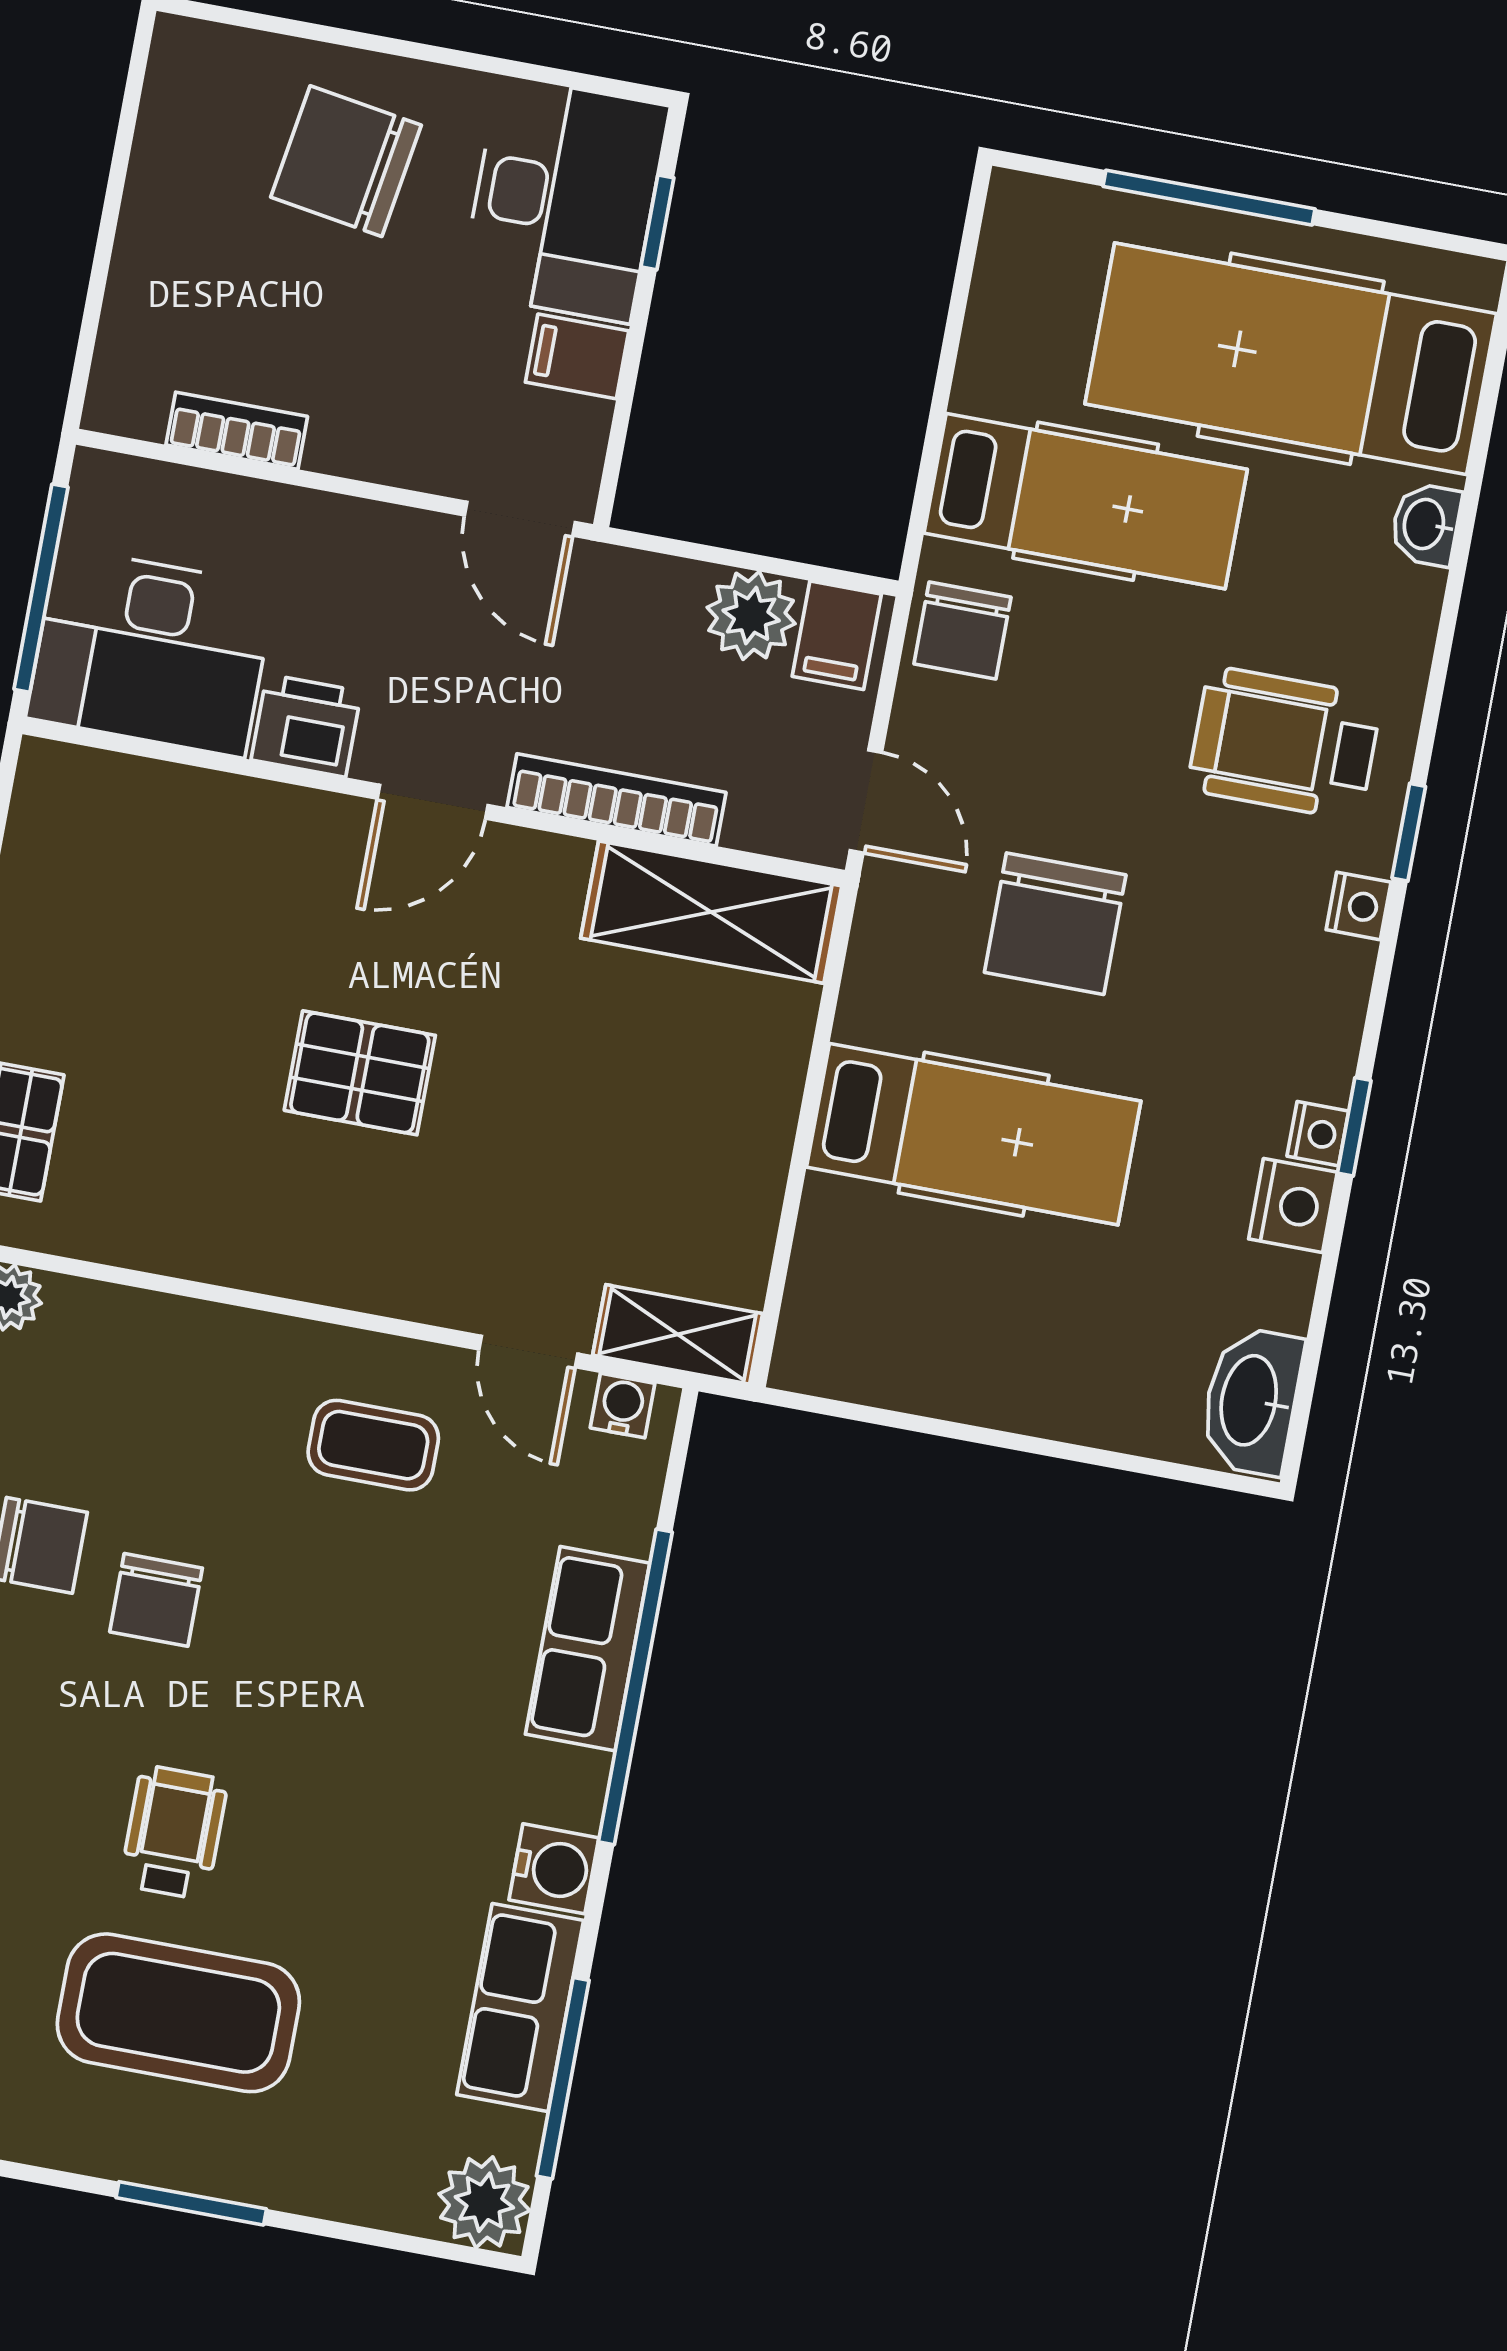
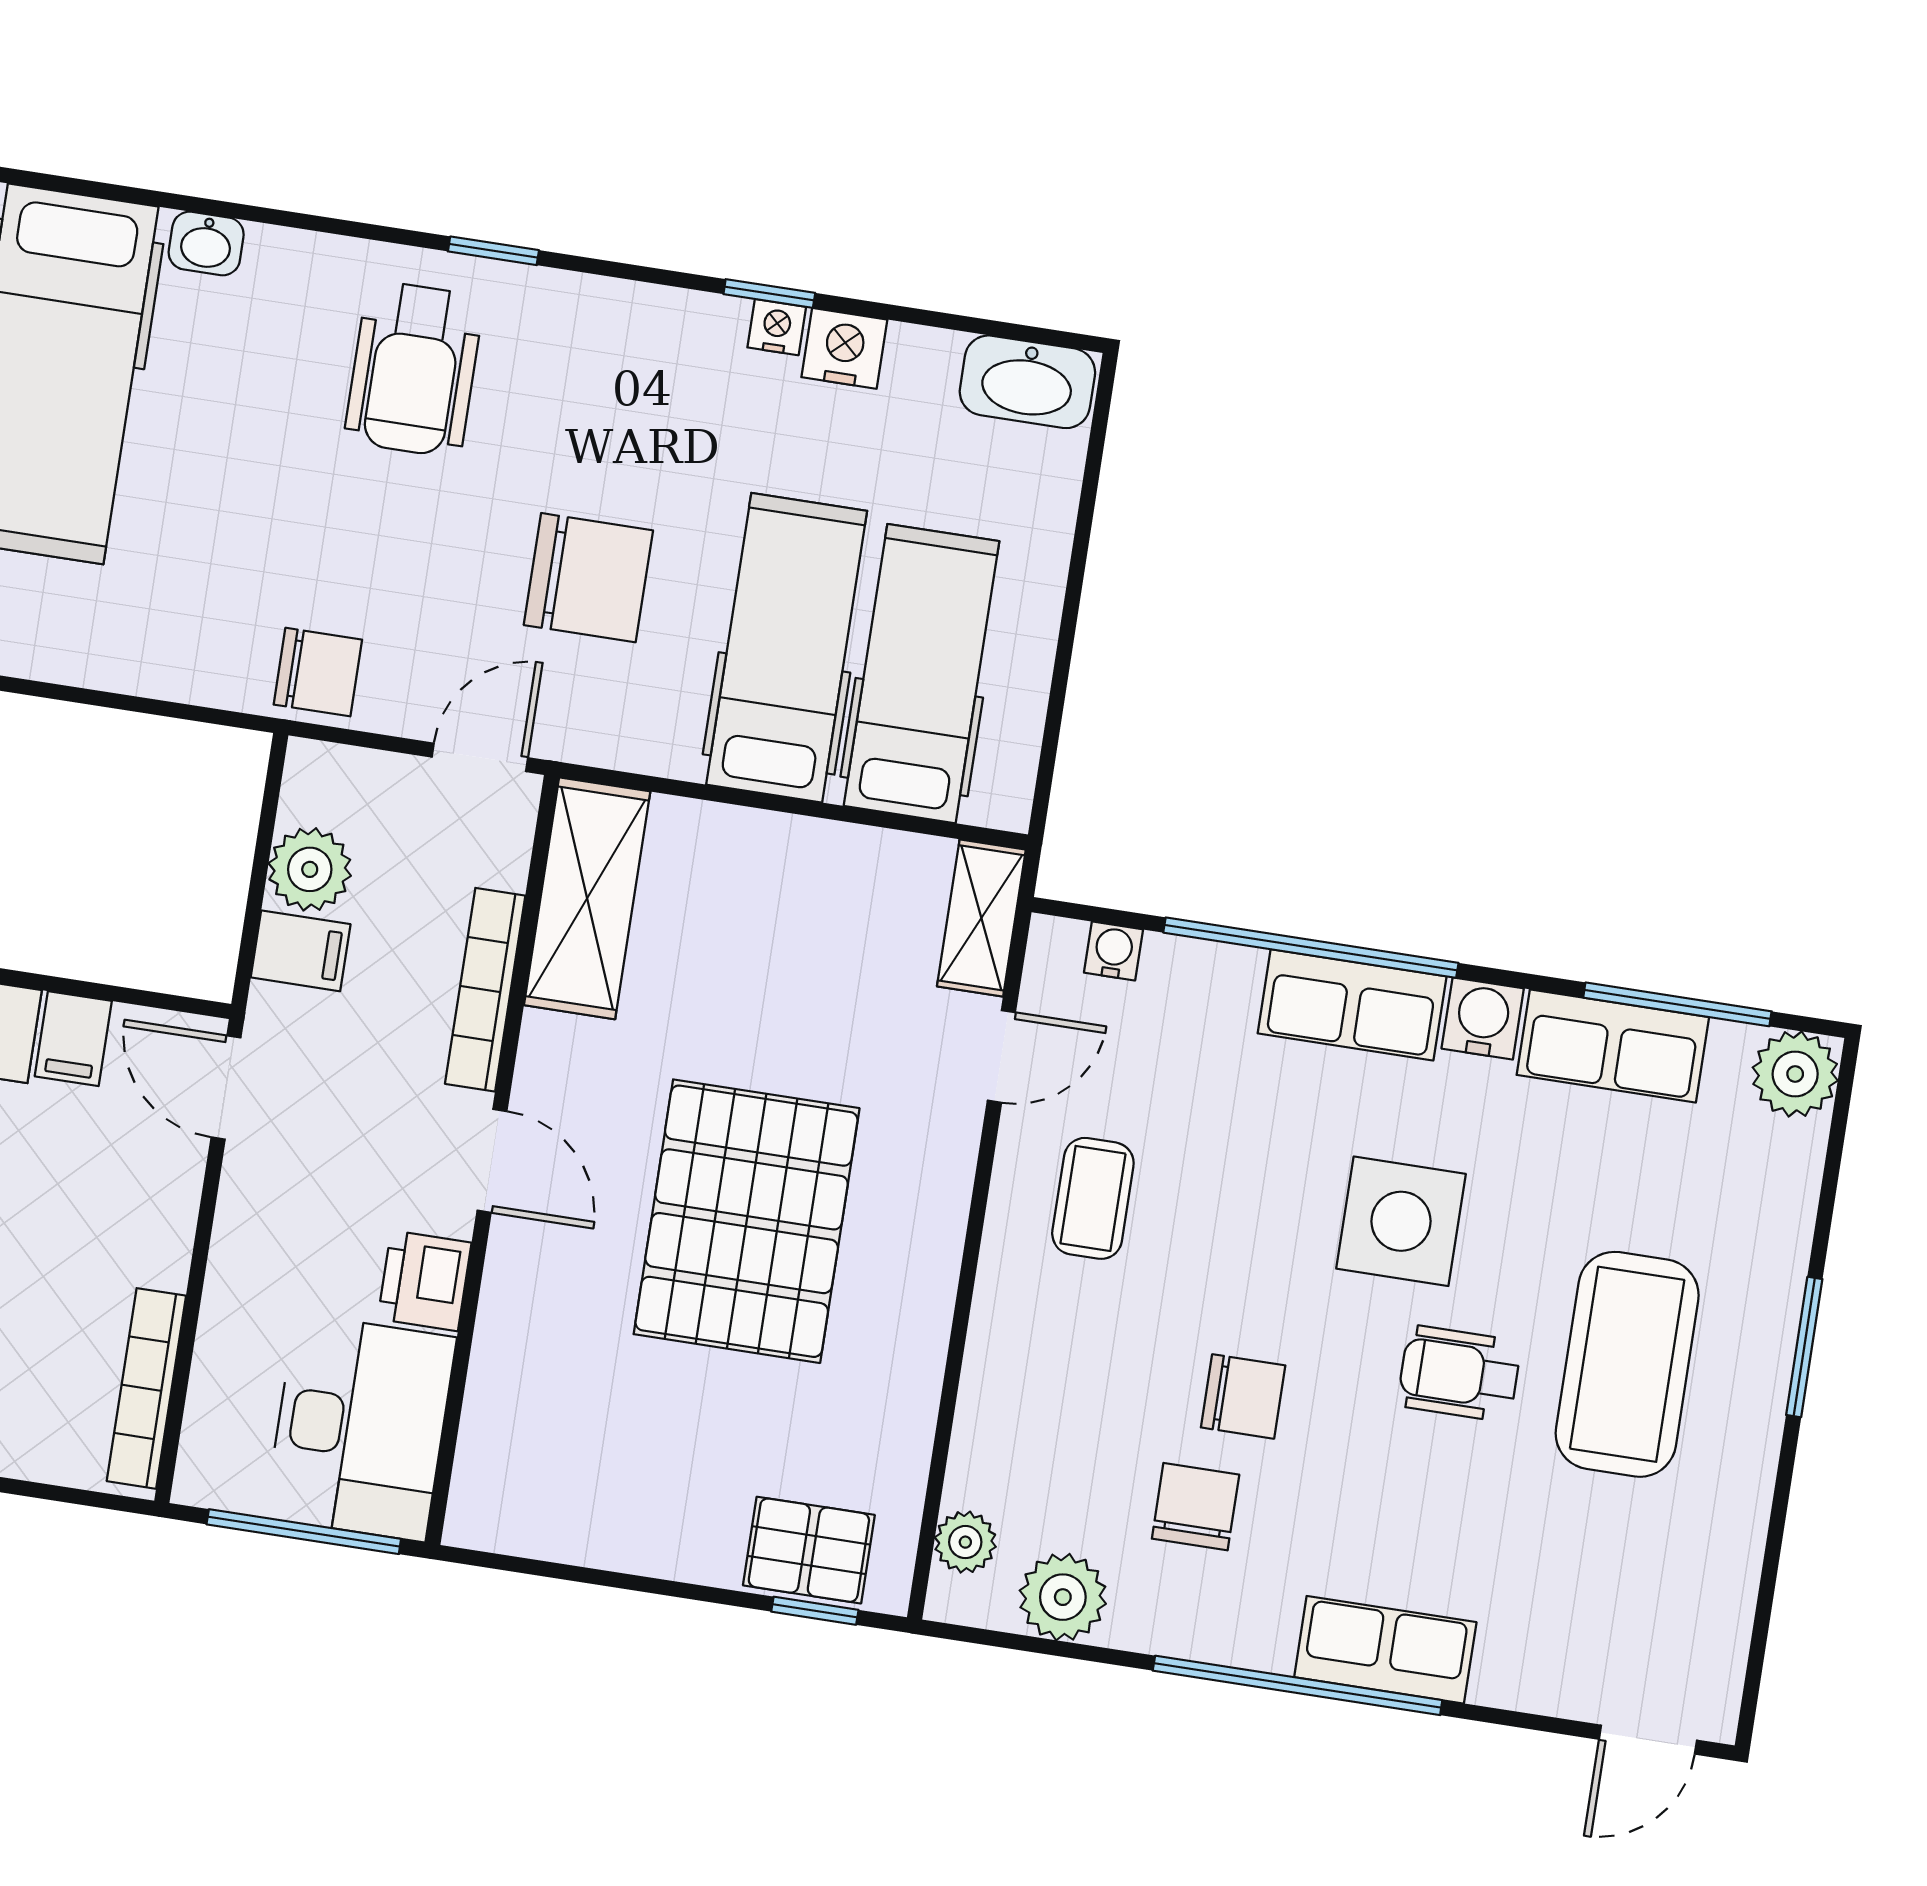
bookcase: (237, 431) -> (146, 1388), width x1.56
hospital bed: (1086, 501) -> (922, 674), moved
door: (520, 519) -> (226, 1087), swing flipped
filing cabinet: (837, 635) -> (301, 951), moved
nightstand: (1359, 906) -> (563, 295), removed
pallet: (360, 1073) -> (747, 1221), width x2.05, depth x2.00
water cooler: (623, 1406) -> (1114, 951), moved, turned 90
row of seats: (588, 1649) -> (1352, 1005), moved
side table: (339, 1775) -> (1401, 1221), added

